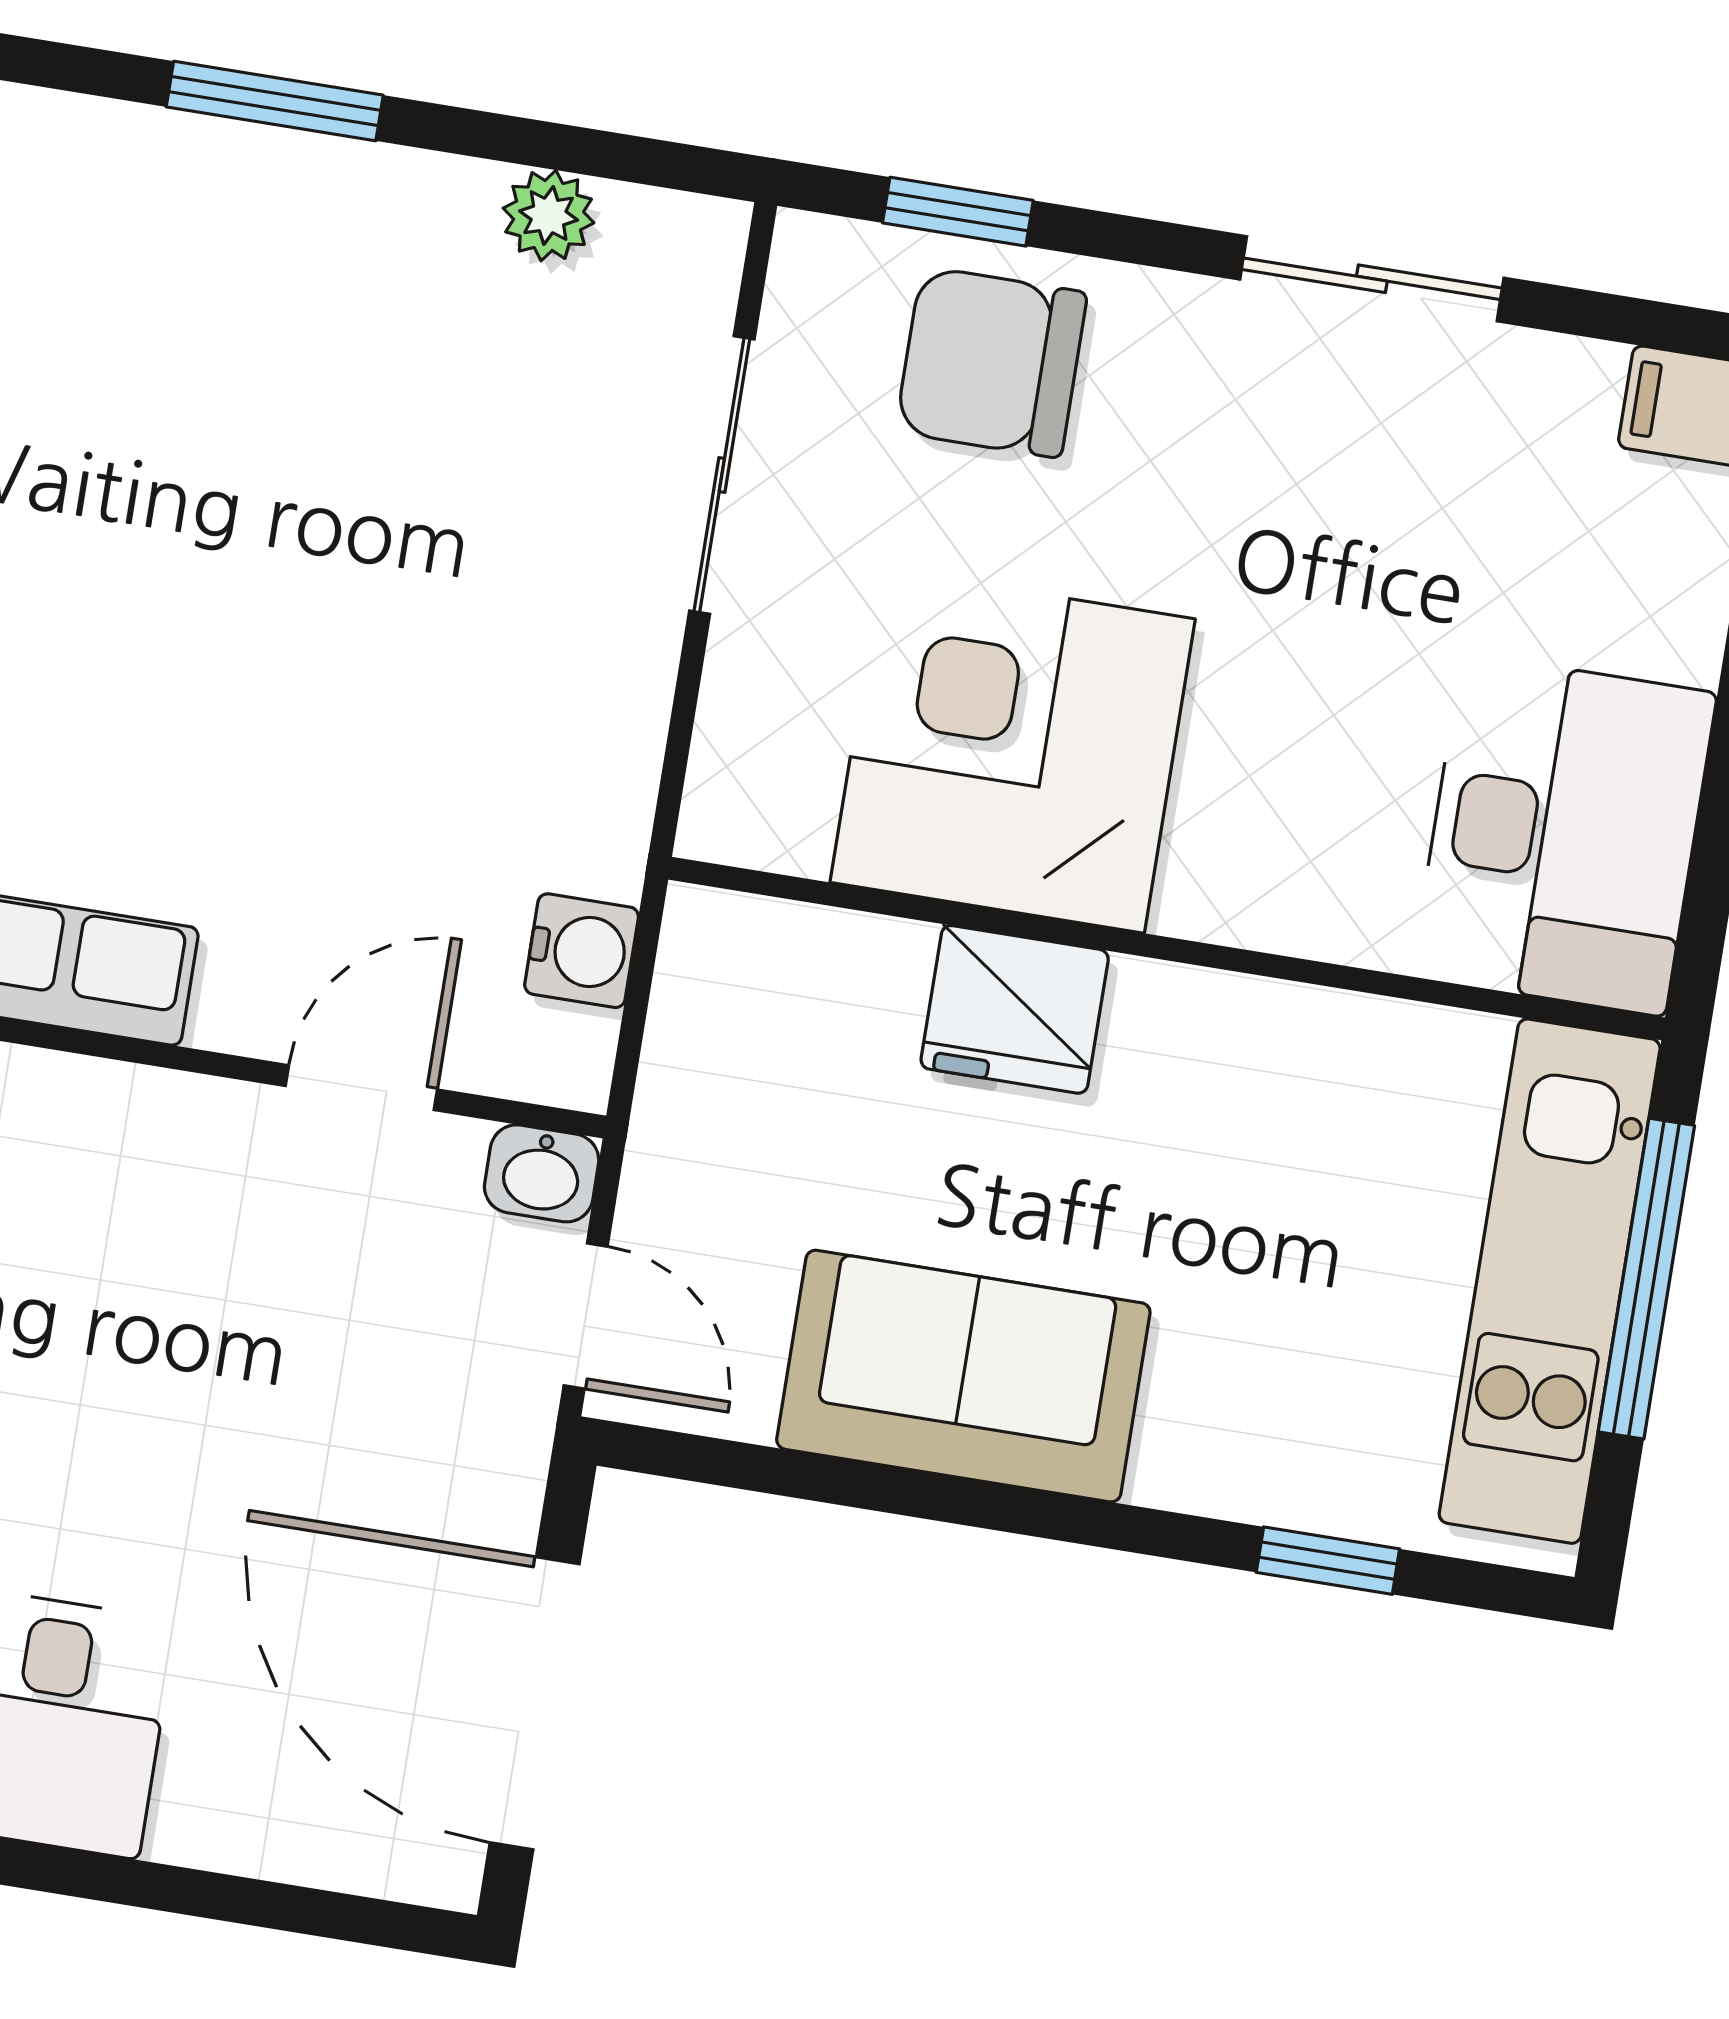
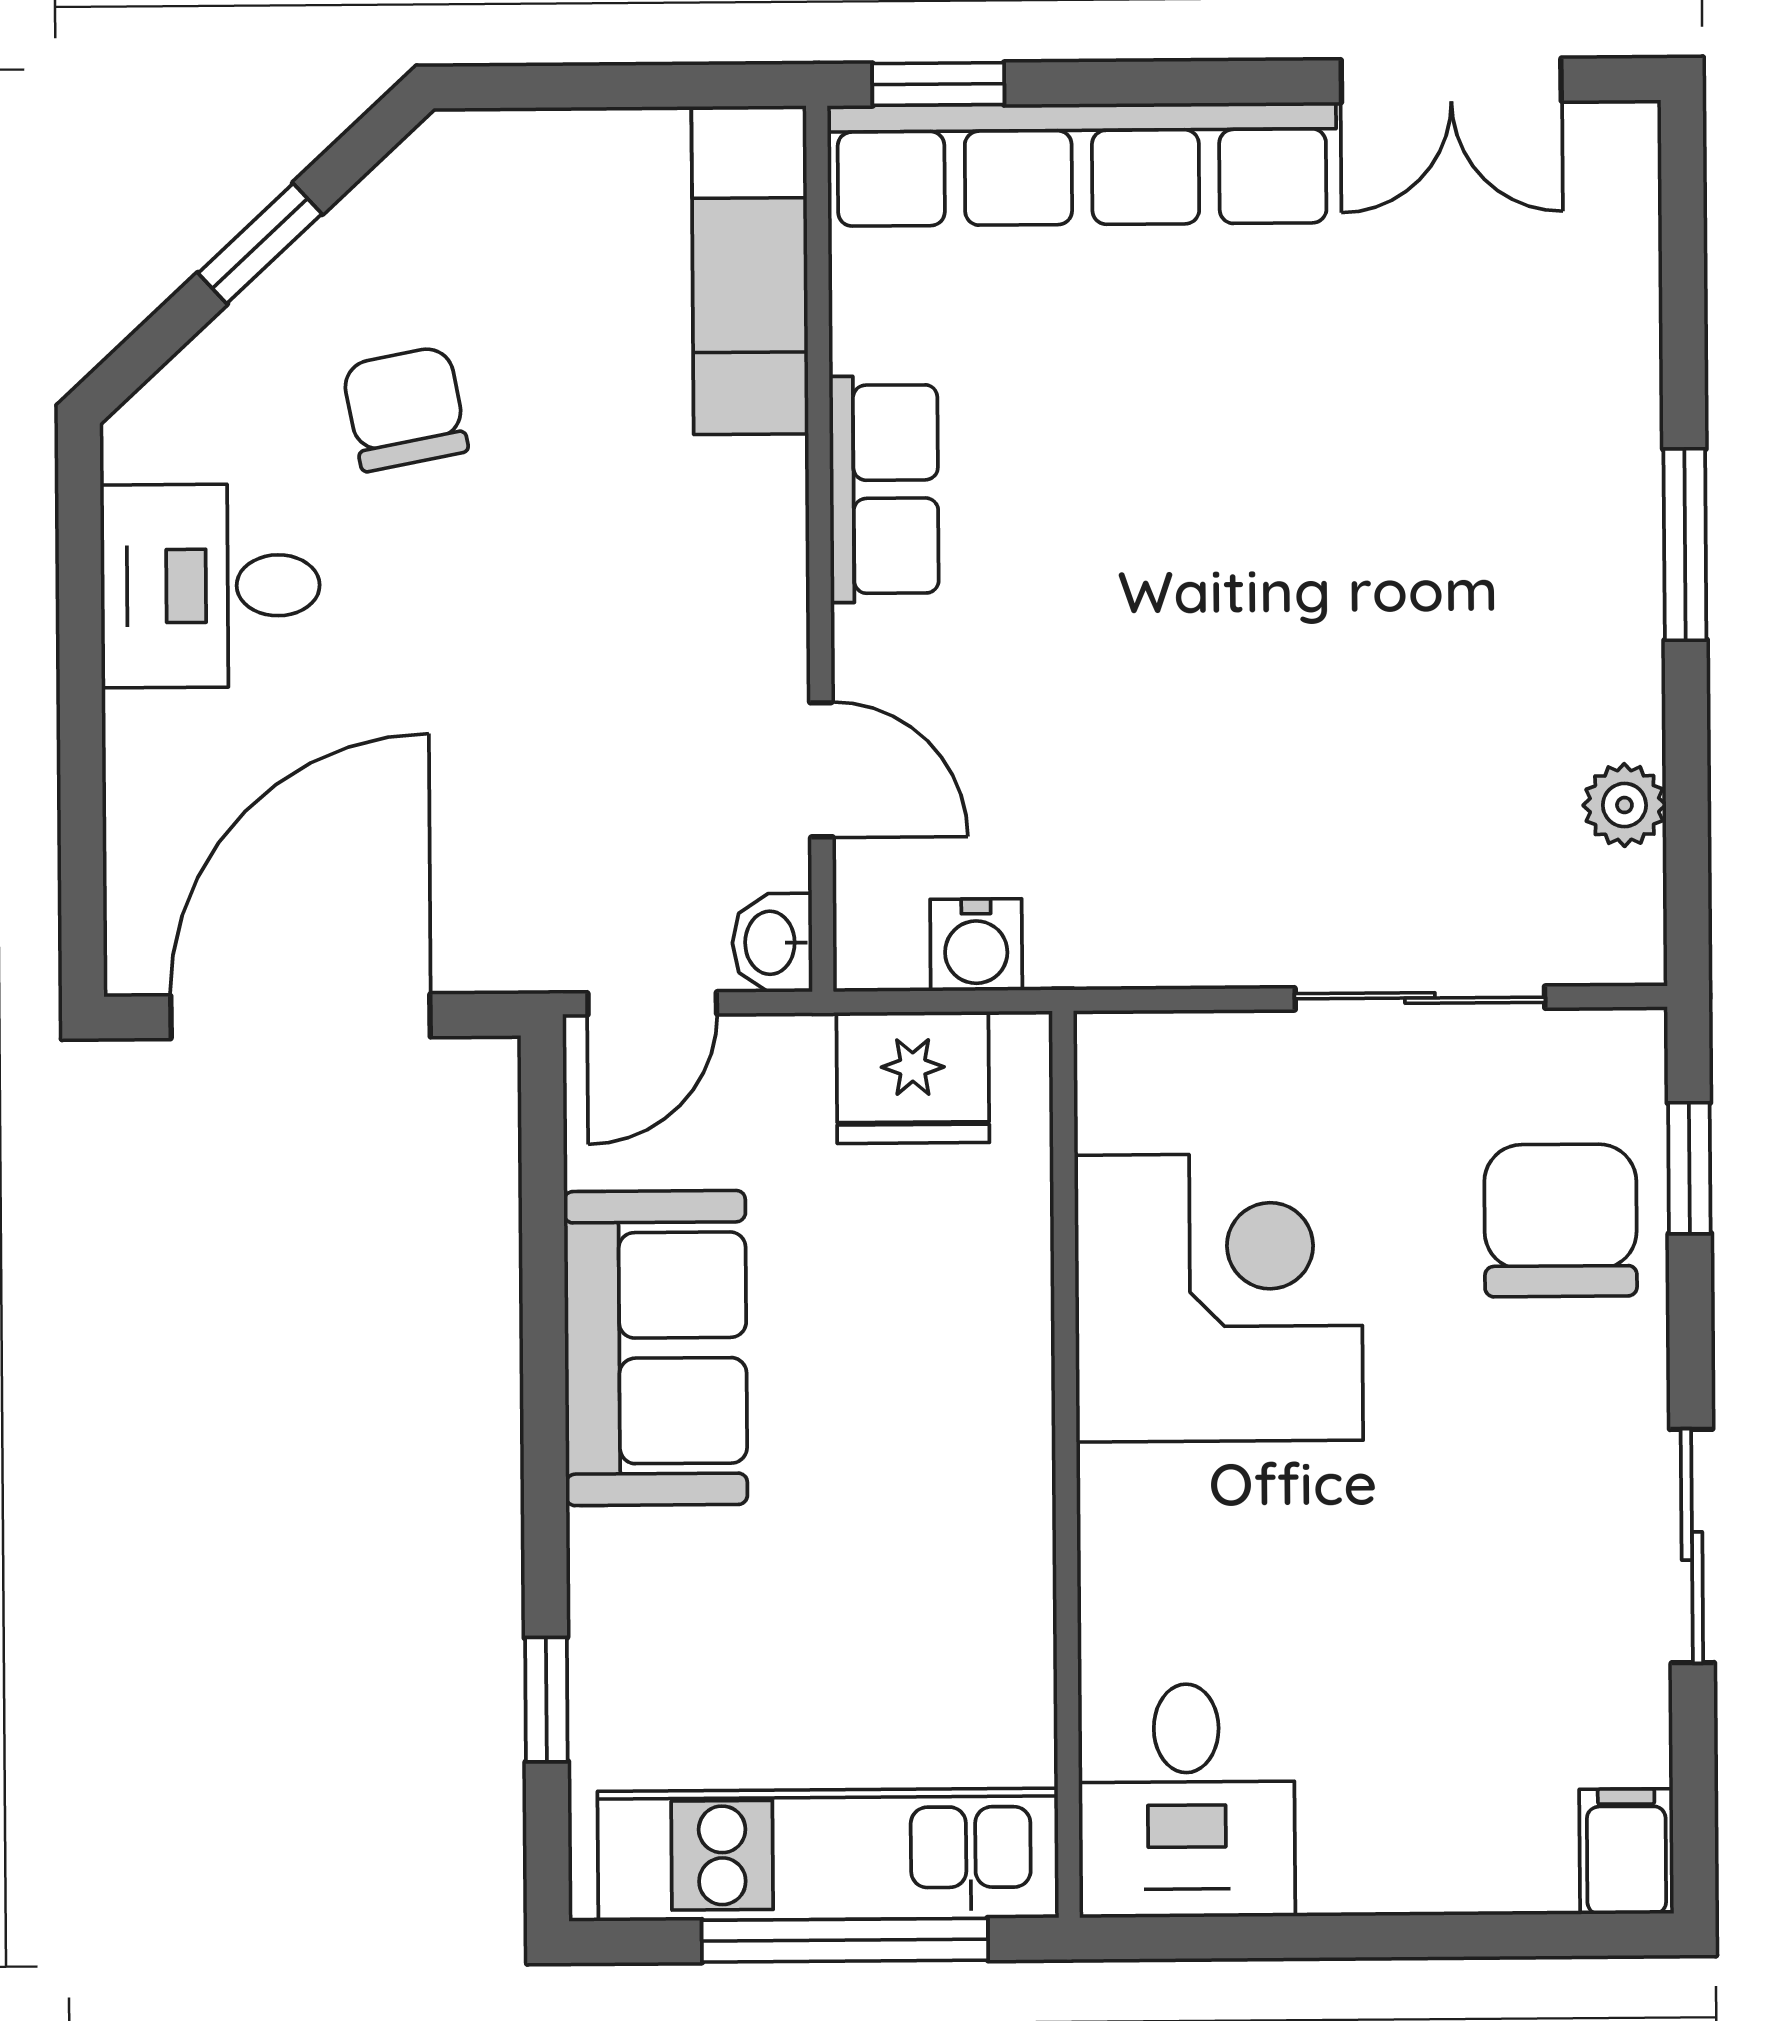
desk: (1564, 835) -> (1187, 1801), width x0.73
fridge: (1015, 1009) -> (913, 1077), moved, turned -90

